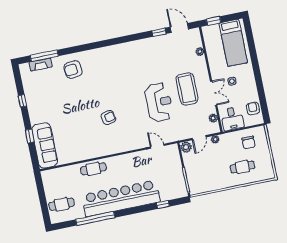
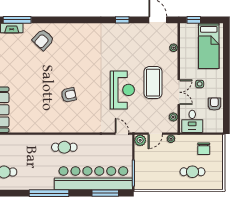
window: (159, 32) -> (122, 20), moved
armchair: (73, 69) -> (43, 40), turned -41
armchair: (253, 109) -> (214, 104), moved
door: (157, 146) -> (122, 134), moved
cafe table: (93, 169) -> (64, 147), moved
bar counter: (121, 198) -> (93, 178), moved
window: (163, 205) -> (105, 193), width x2.17
window: (95, 218) -> (49, 193), moved

